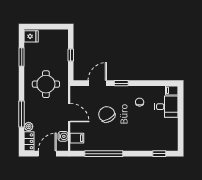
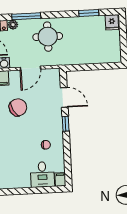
window: (71, 55) -> (94, 67), removed
round table: (46, 84) -> (48, 37), moved
chair: (107, 114) -> (18, 107), moved

